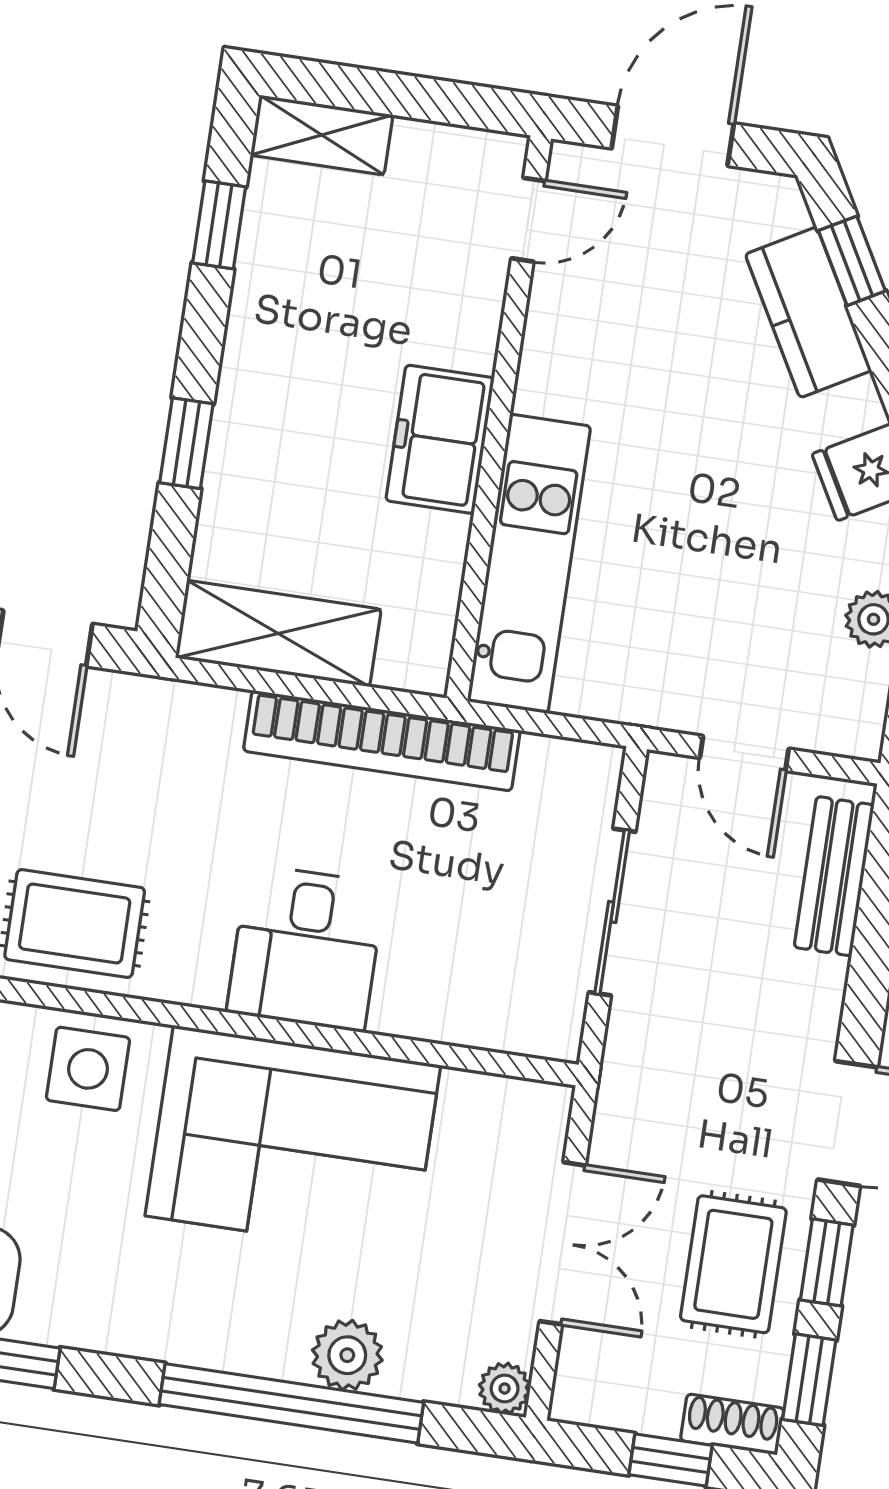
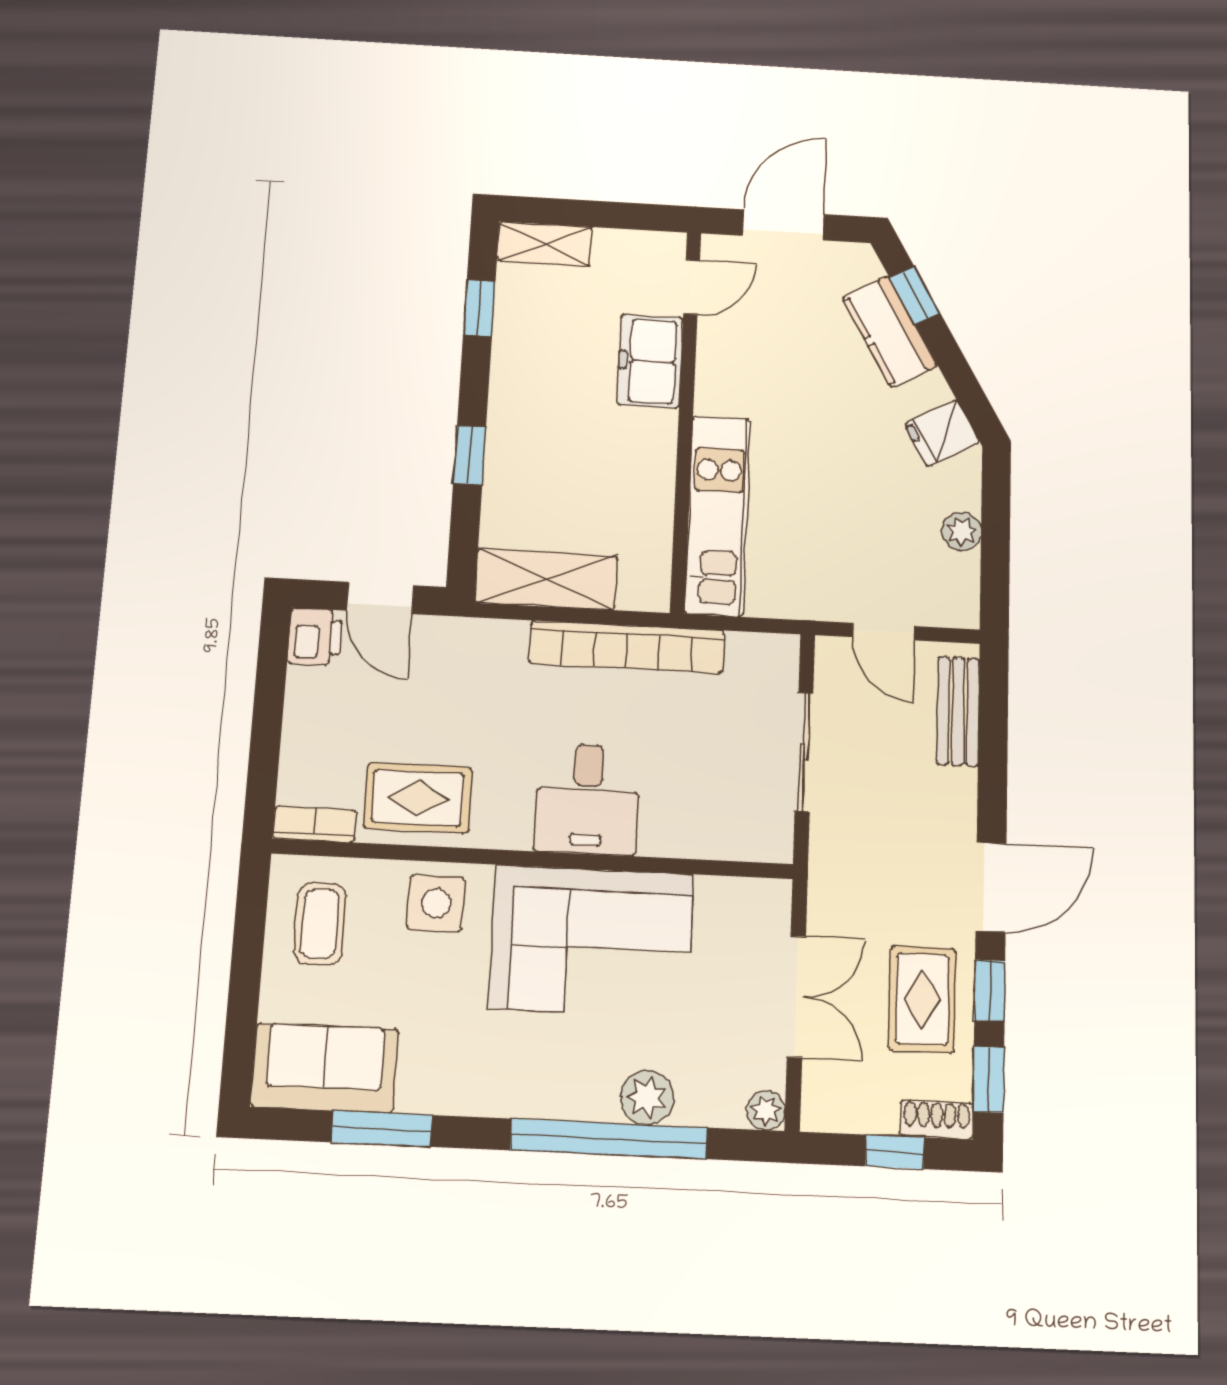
freezer: (440, 439) -> (650, 361), moved

